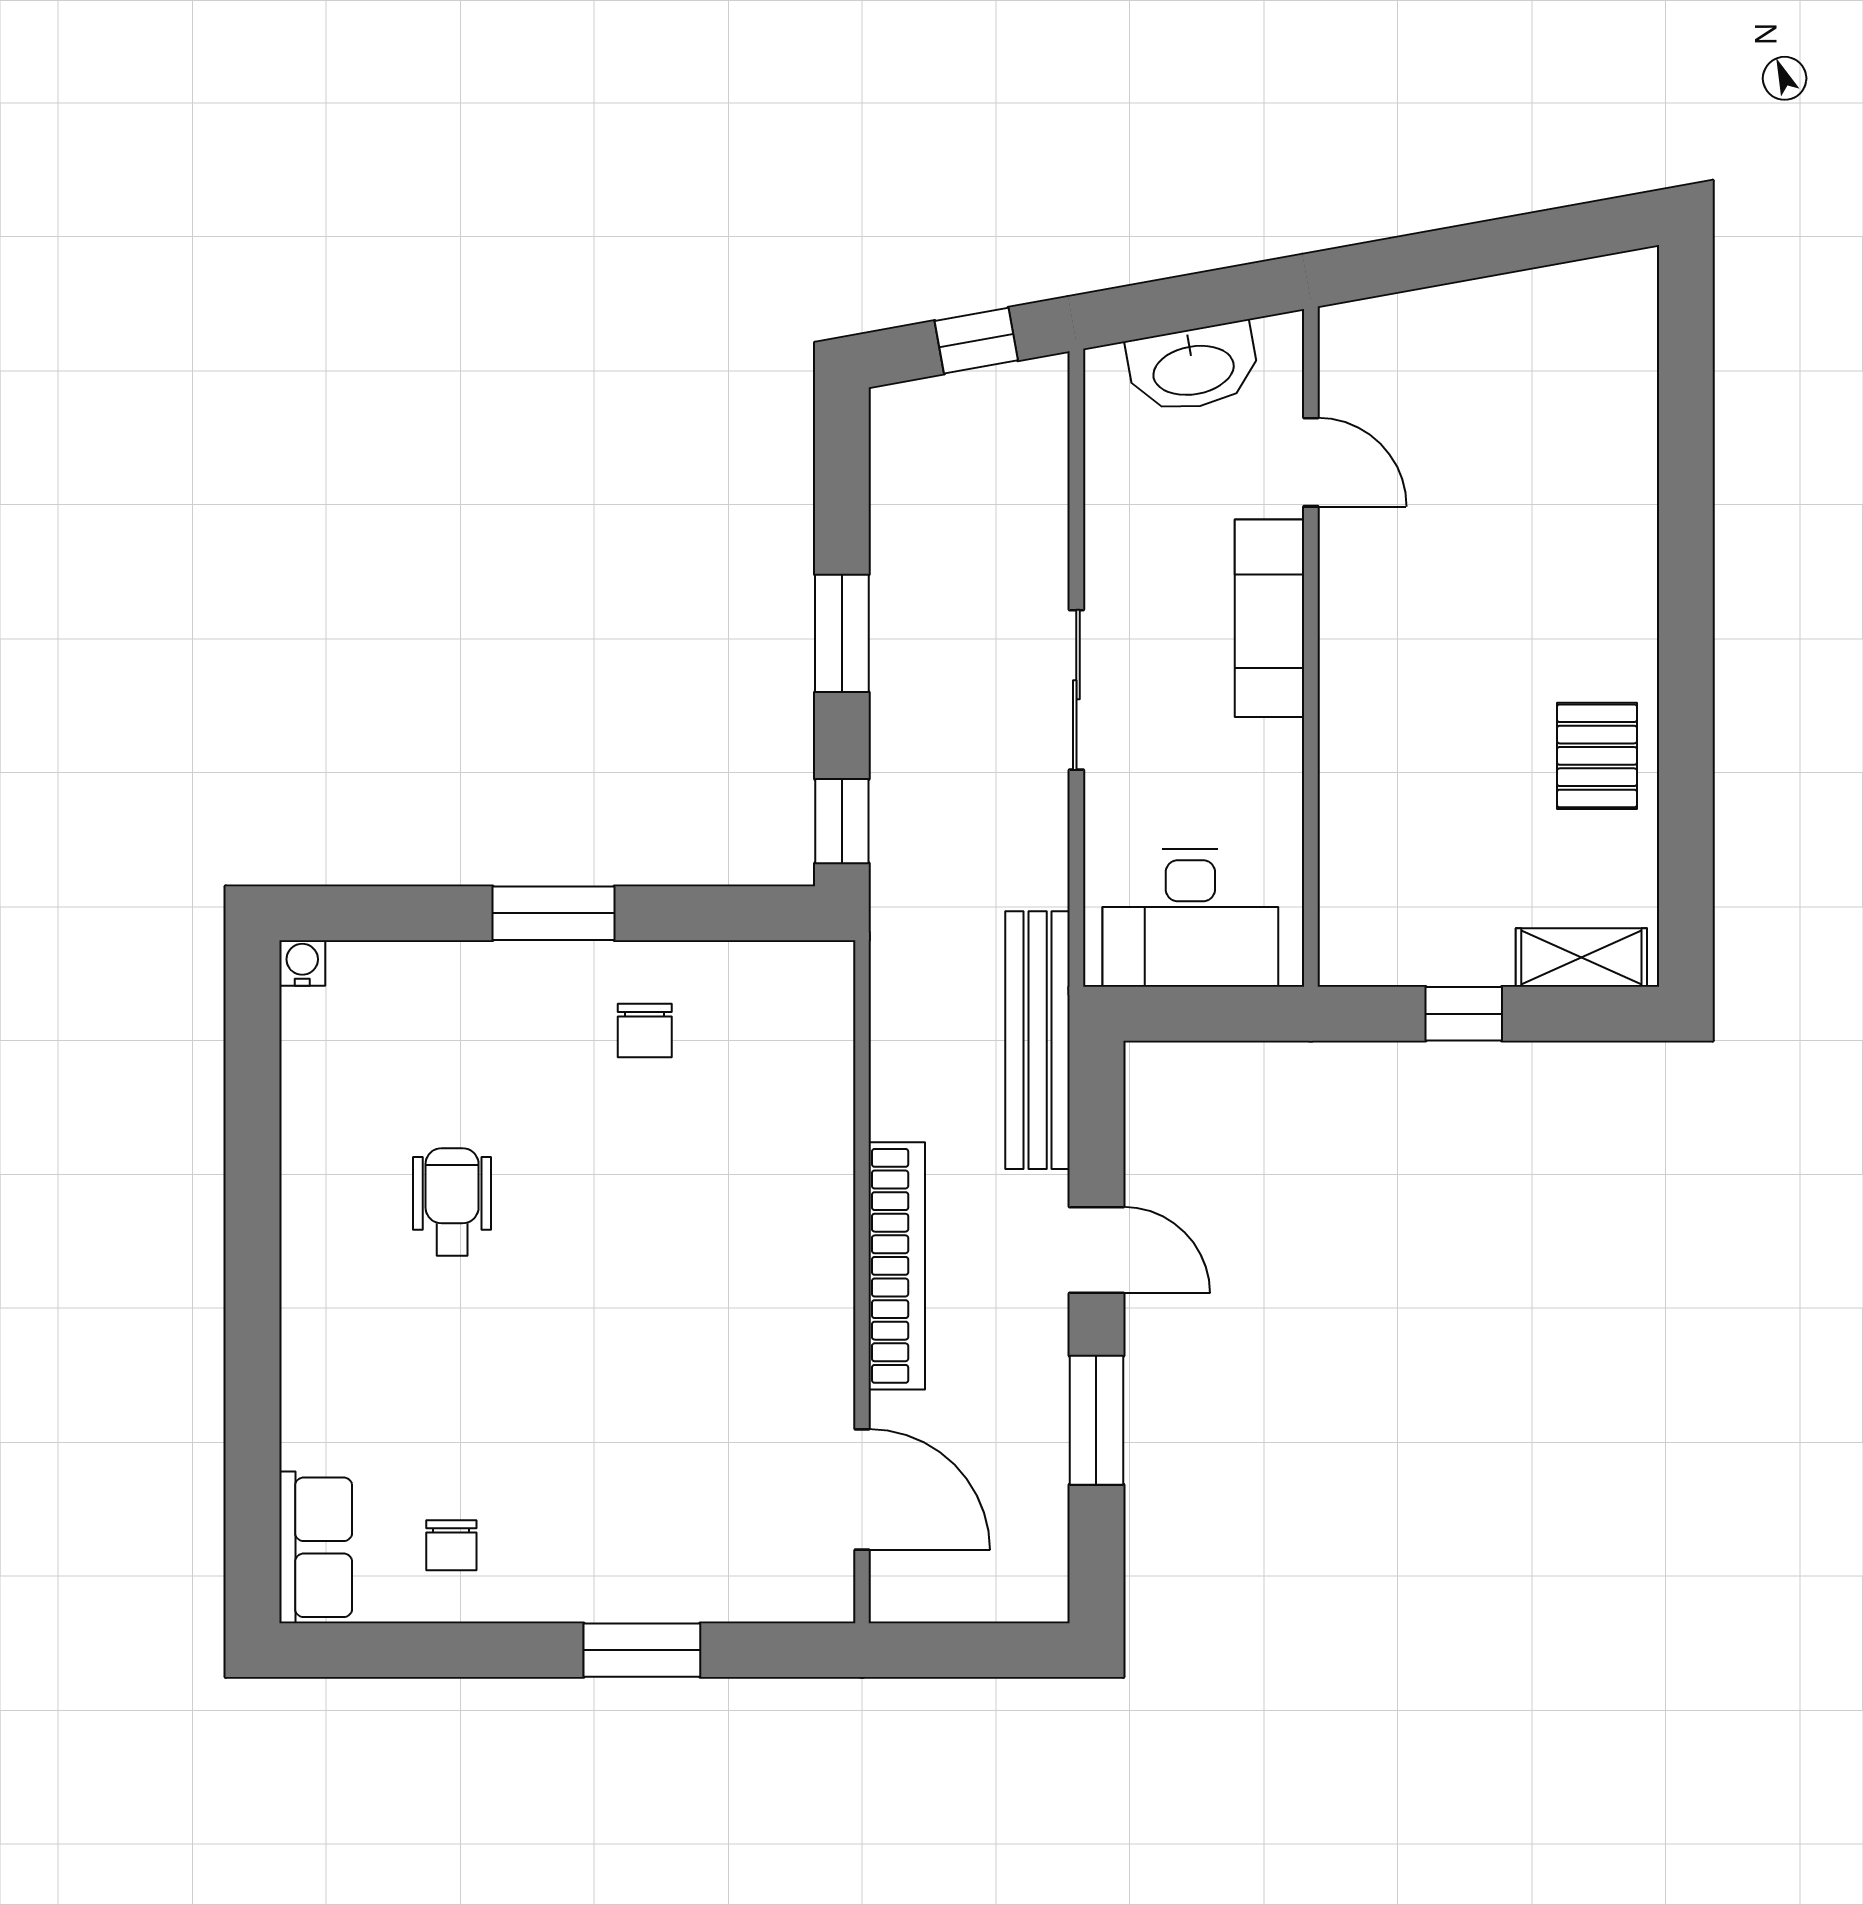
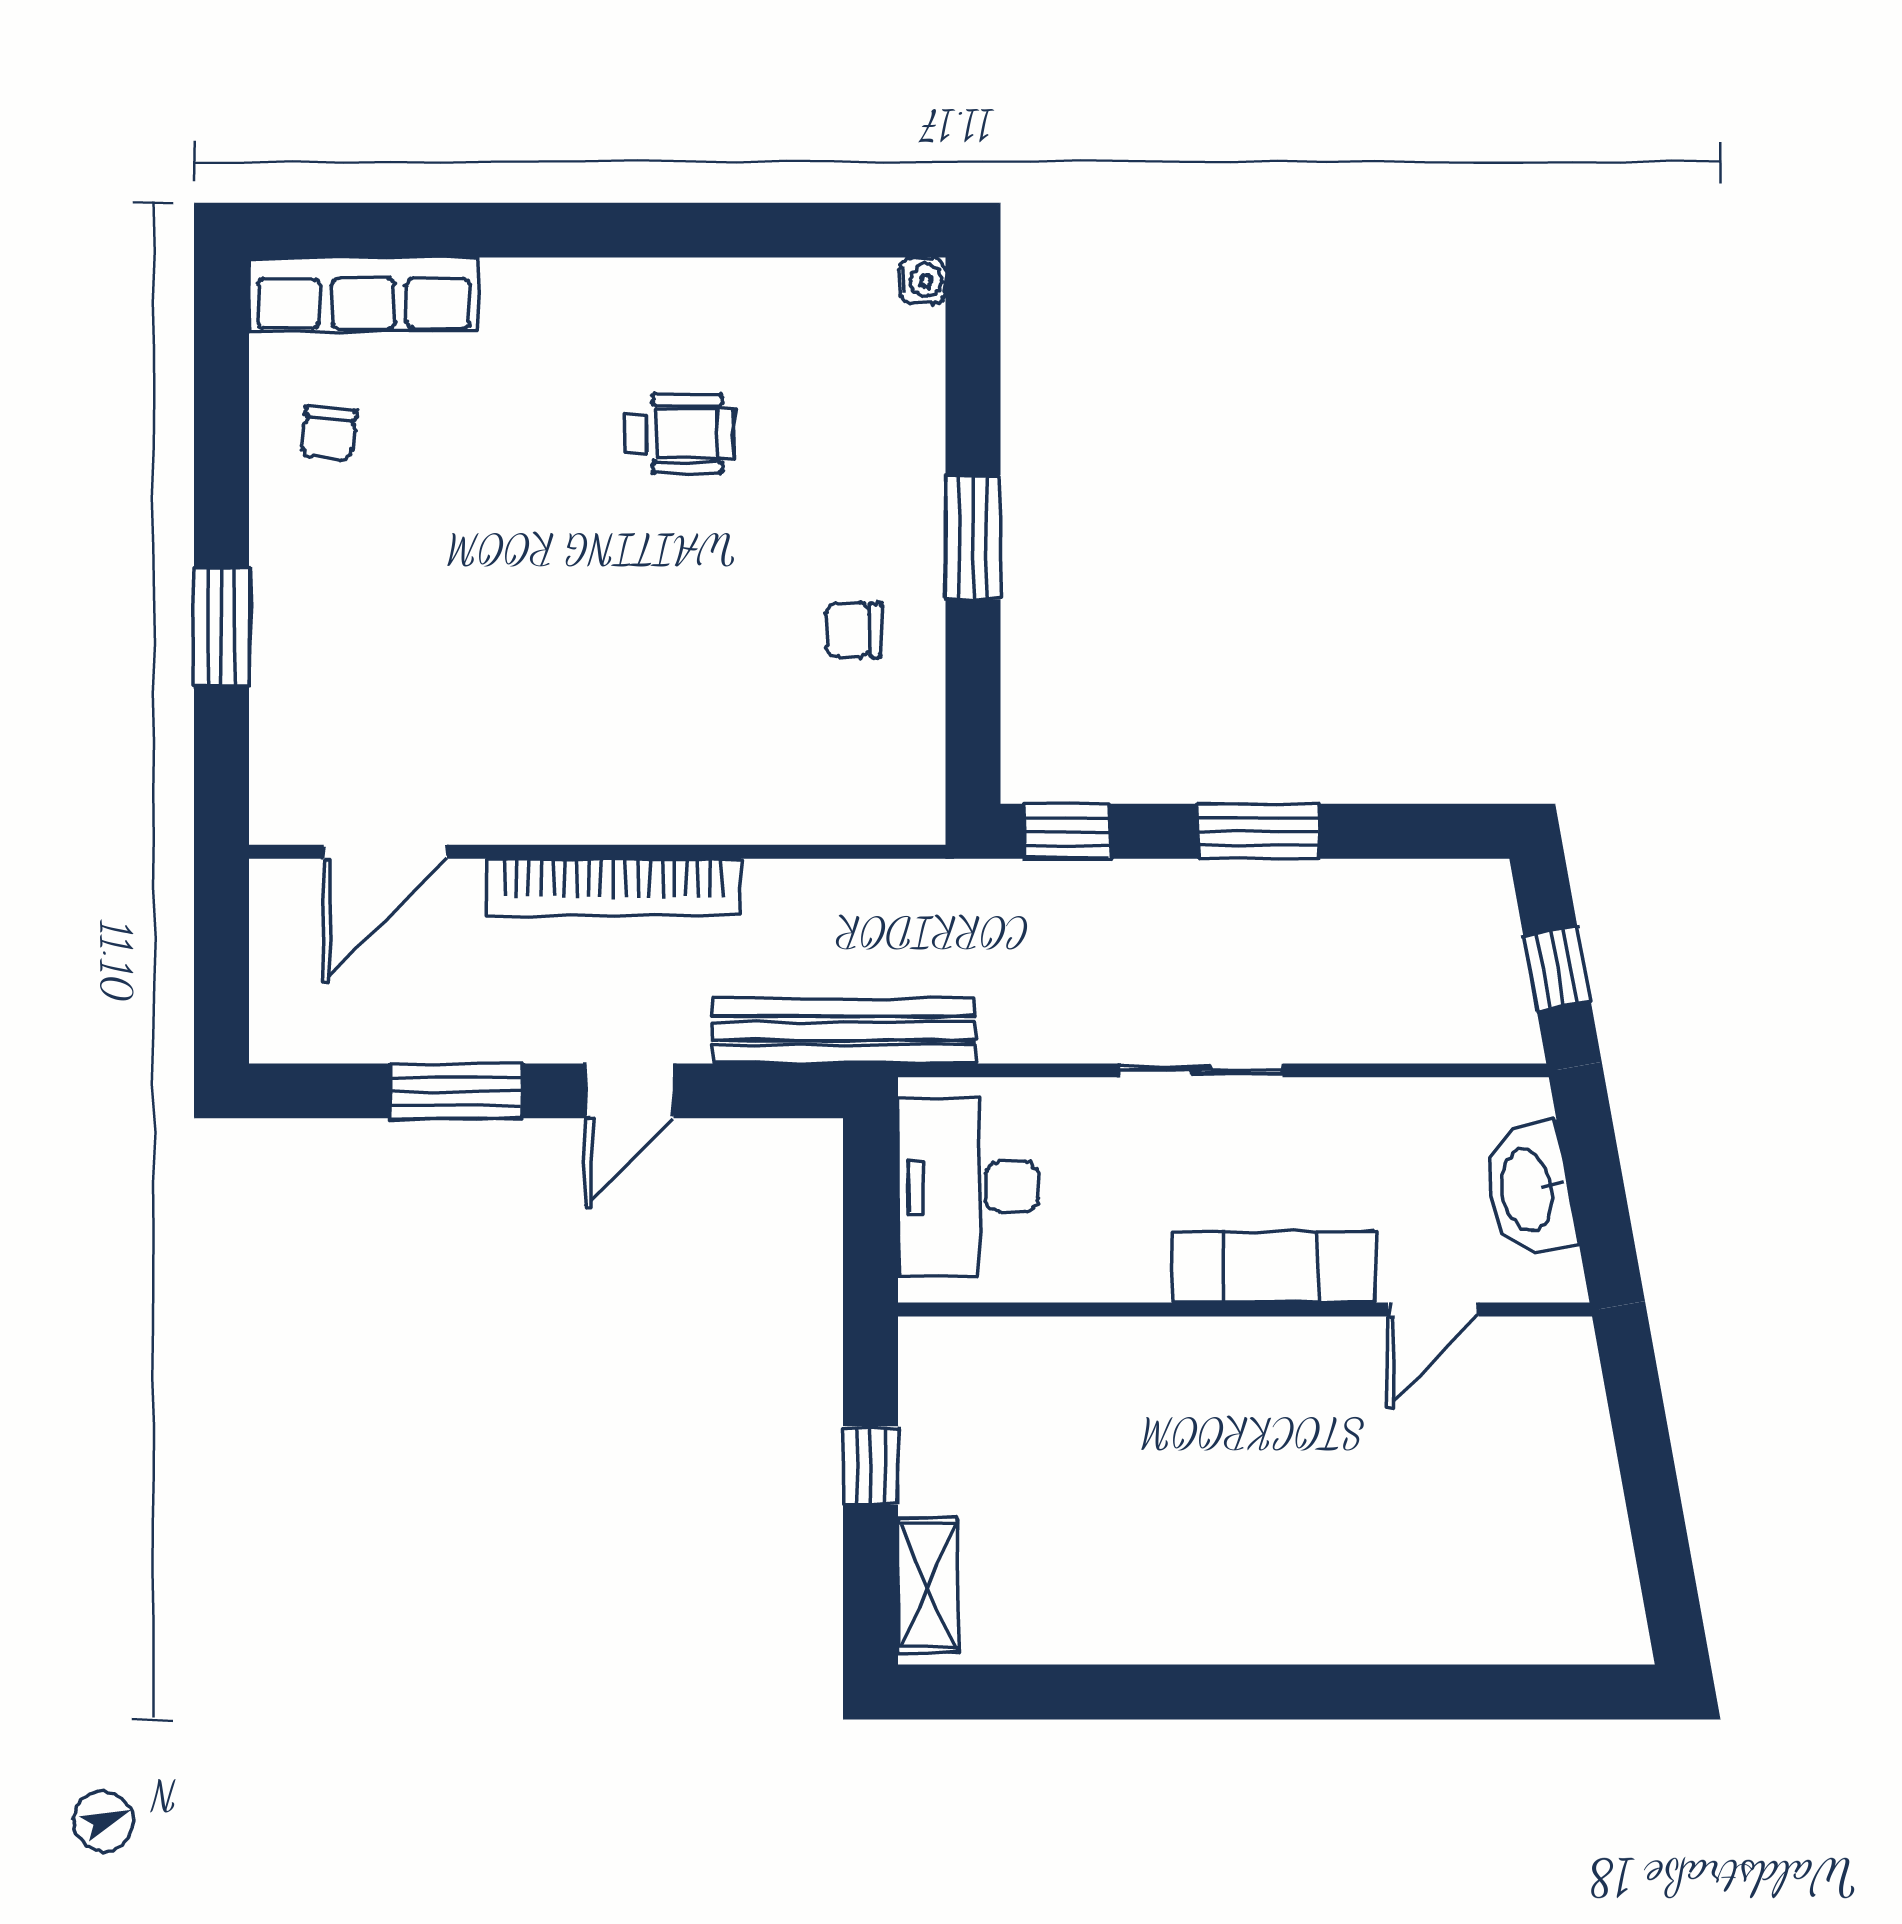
pallet: (1597, 756) -> (1134, 1601), removed
chair: (451, 1545) -> (328, 433), turned -84
row of seats: (316, 1547) -> (363, 294), width x1.48

